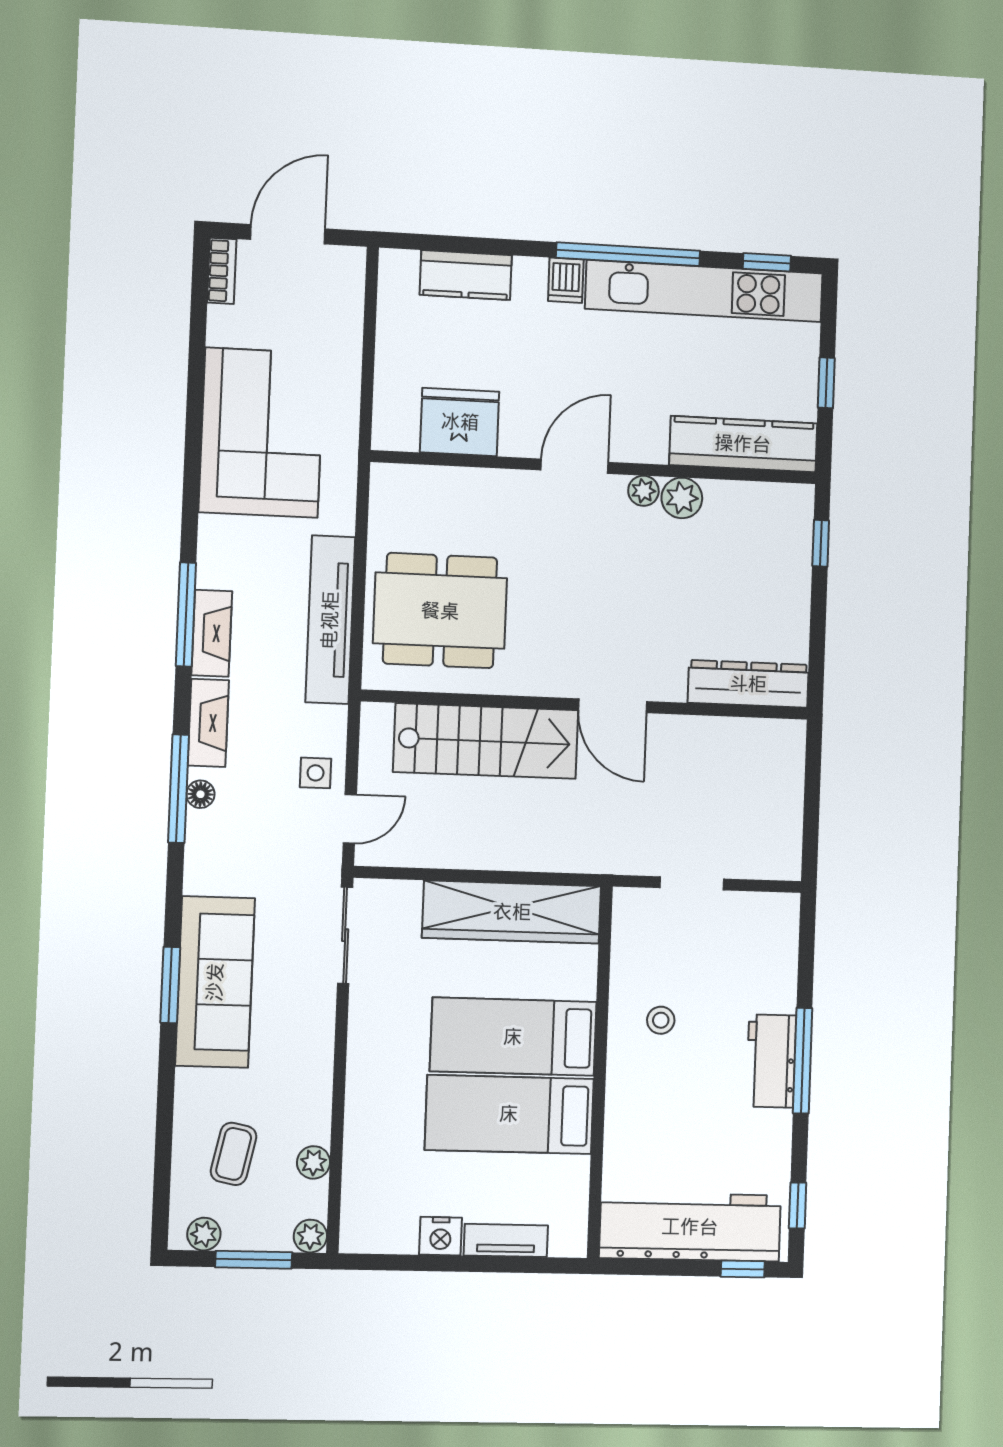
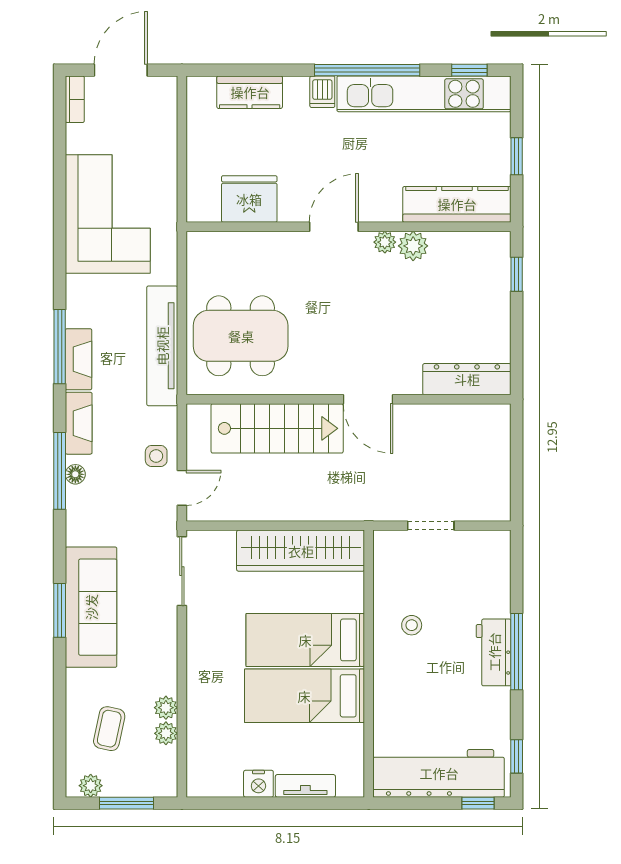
plant: (310, 1236) -> (166, 708), moved

